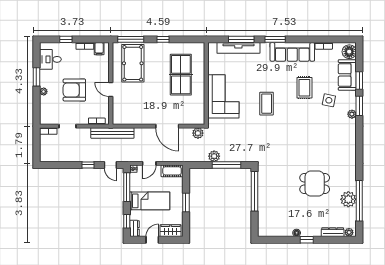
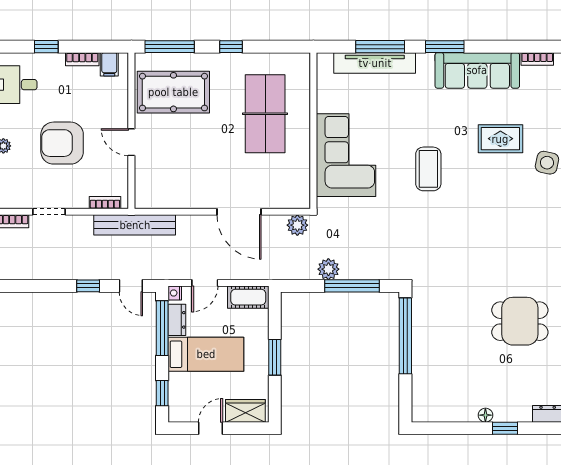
pool table: (133, 63) -> (173, 92), turned 90
rug: (304, 88) -> (500, 139), turned 90
dresser: (135, 228) -> (177, 320), moved

